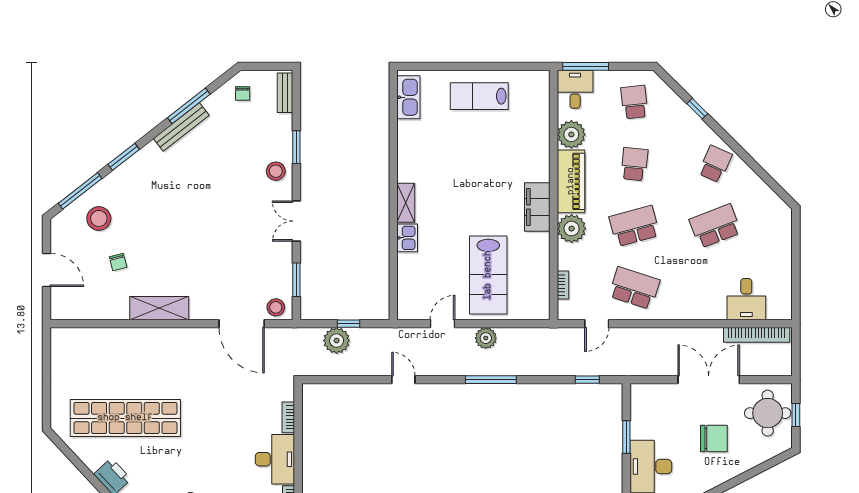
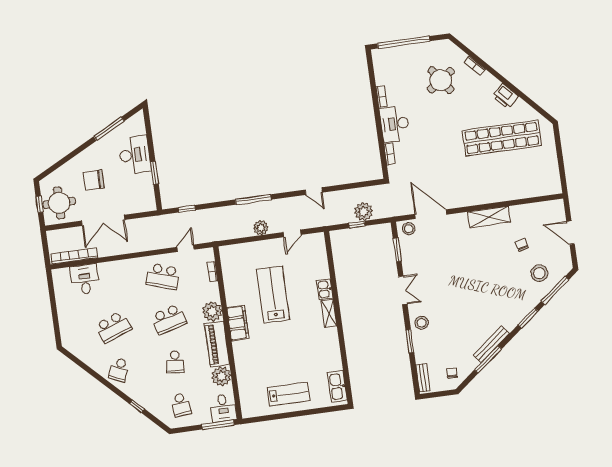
lab bench: (488, 275) -> (273, 294), moved

